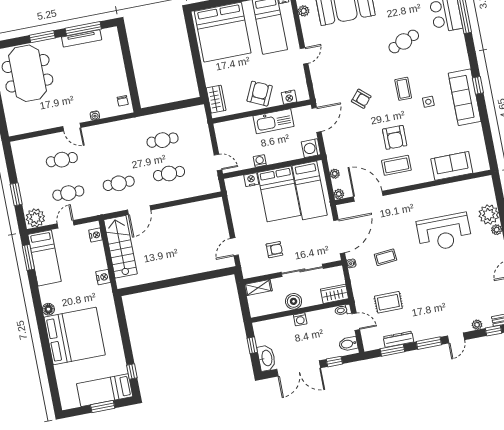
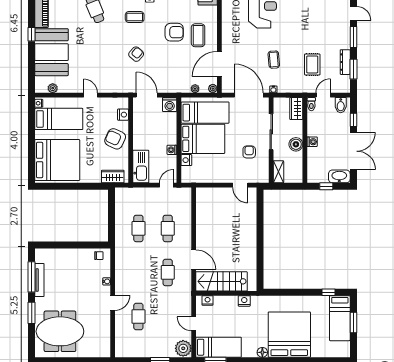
kitchen sink: (274, 121) -> (141, 167), moved
cafe table: (68, 193) -> (168, 317), removed

